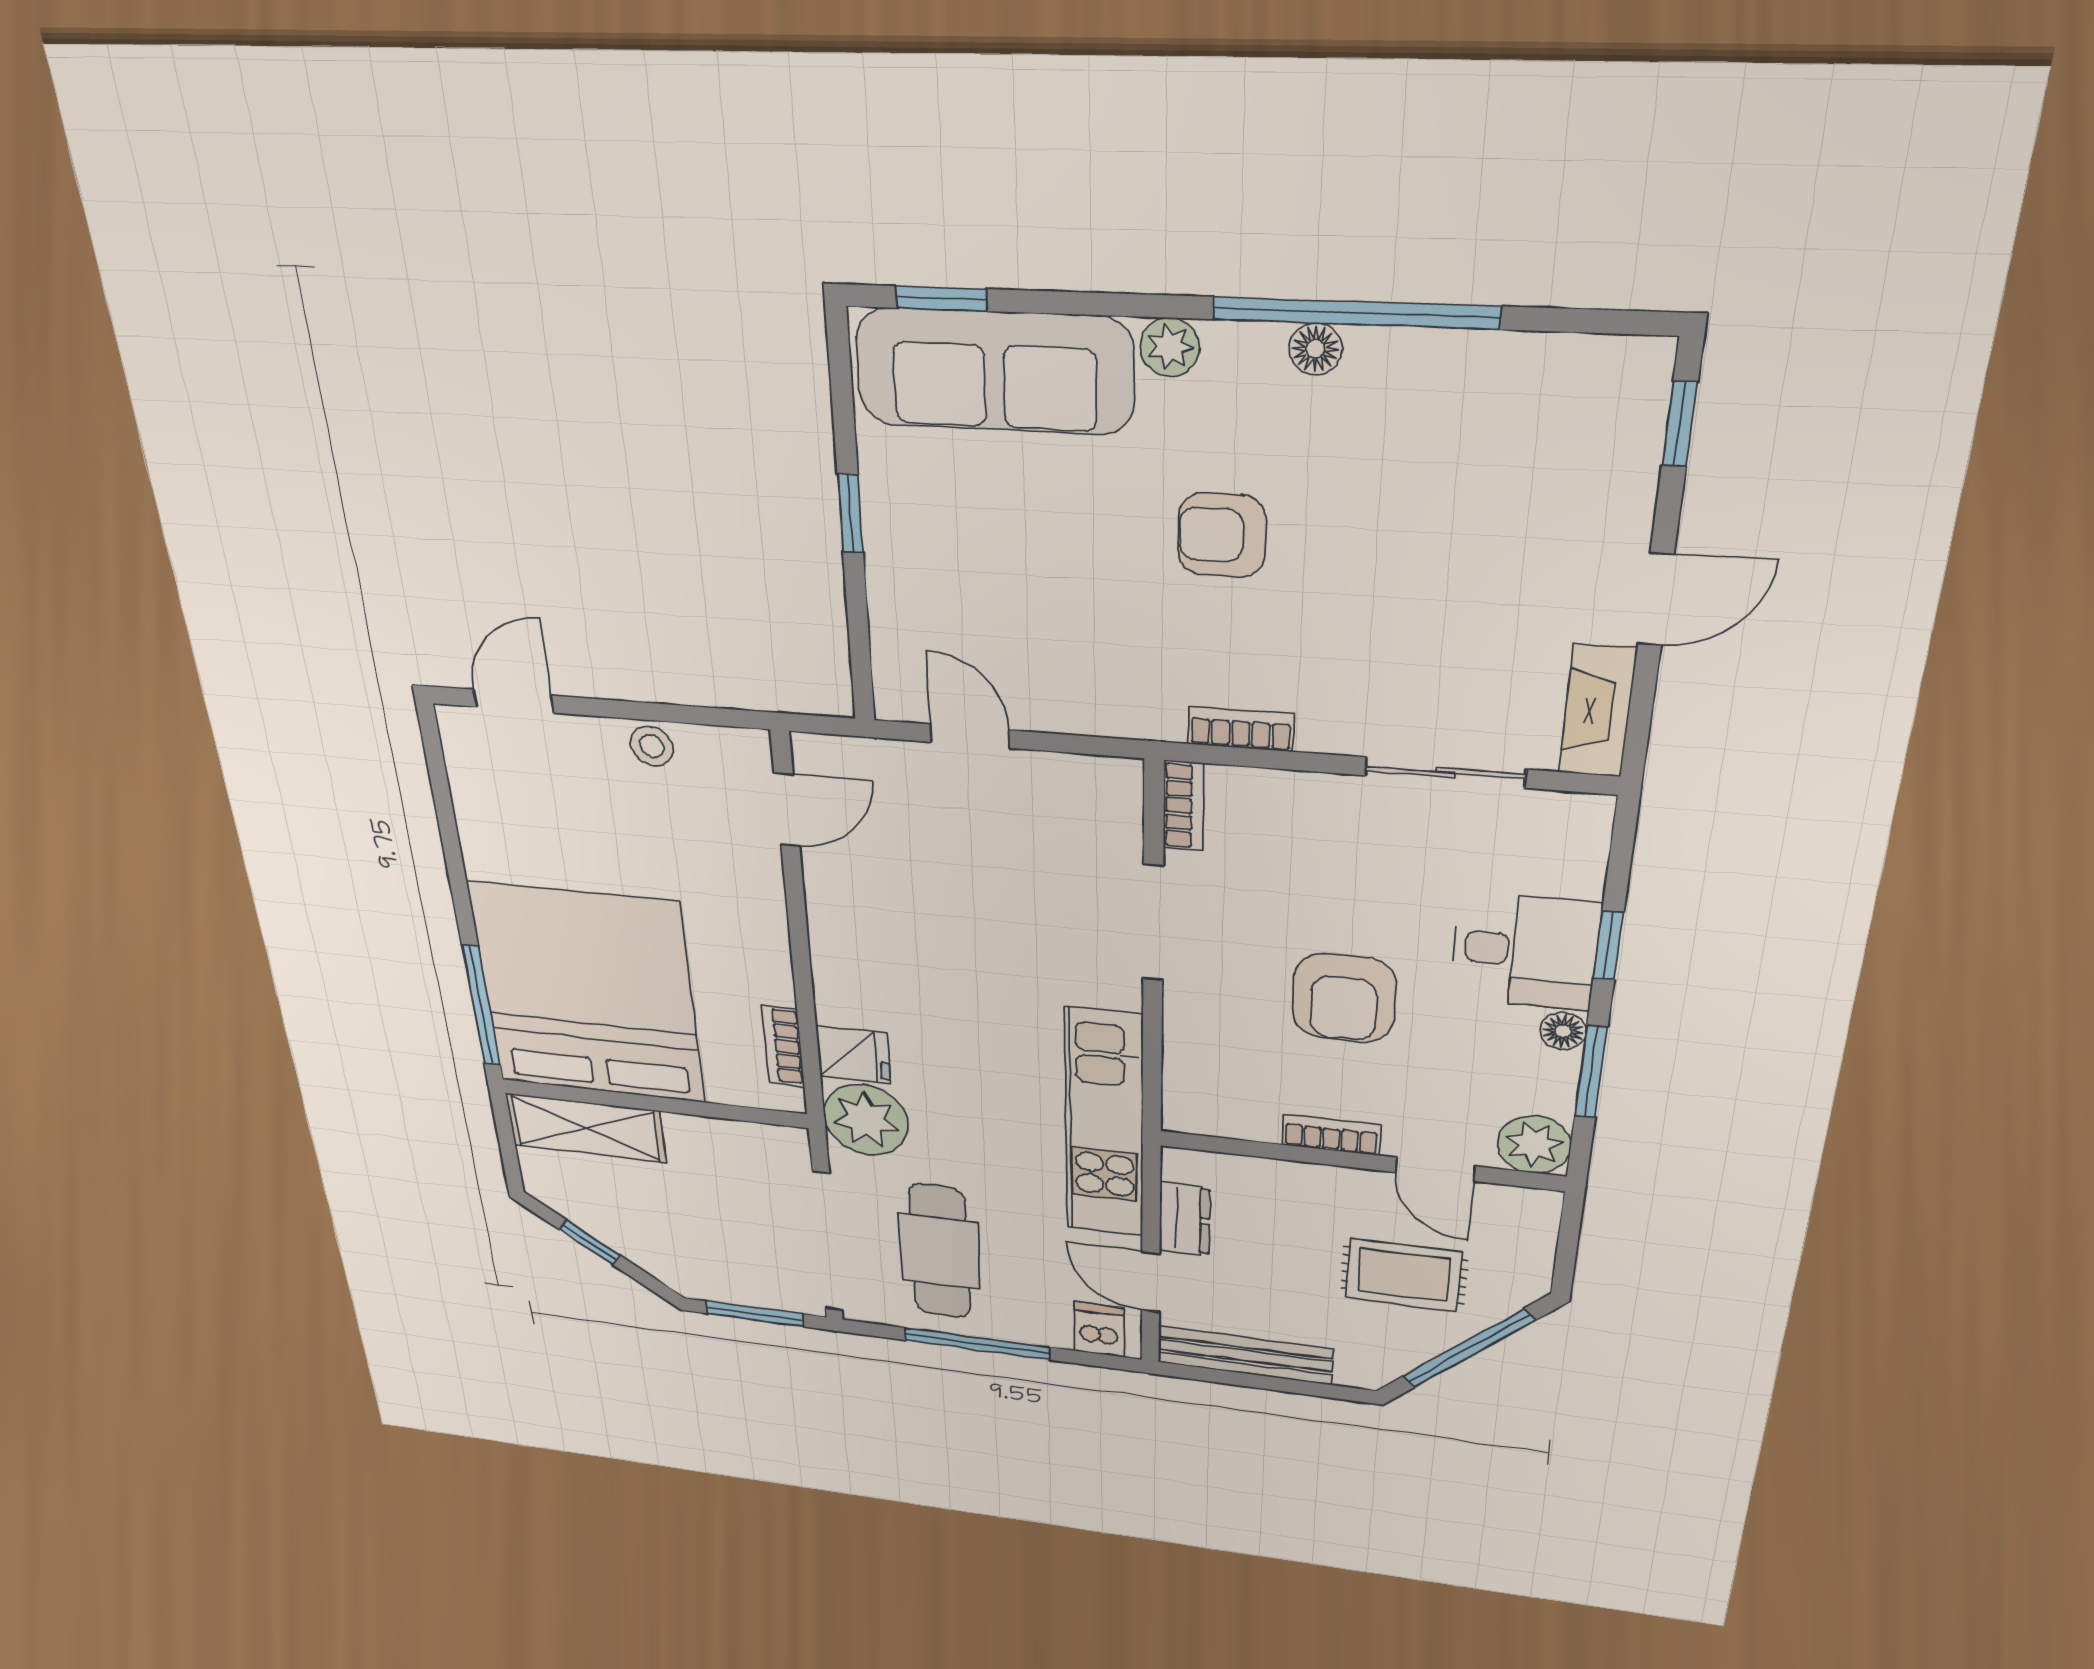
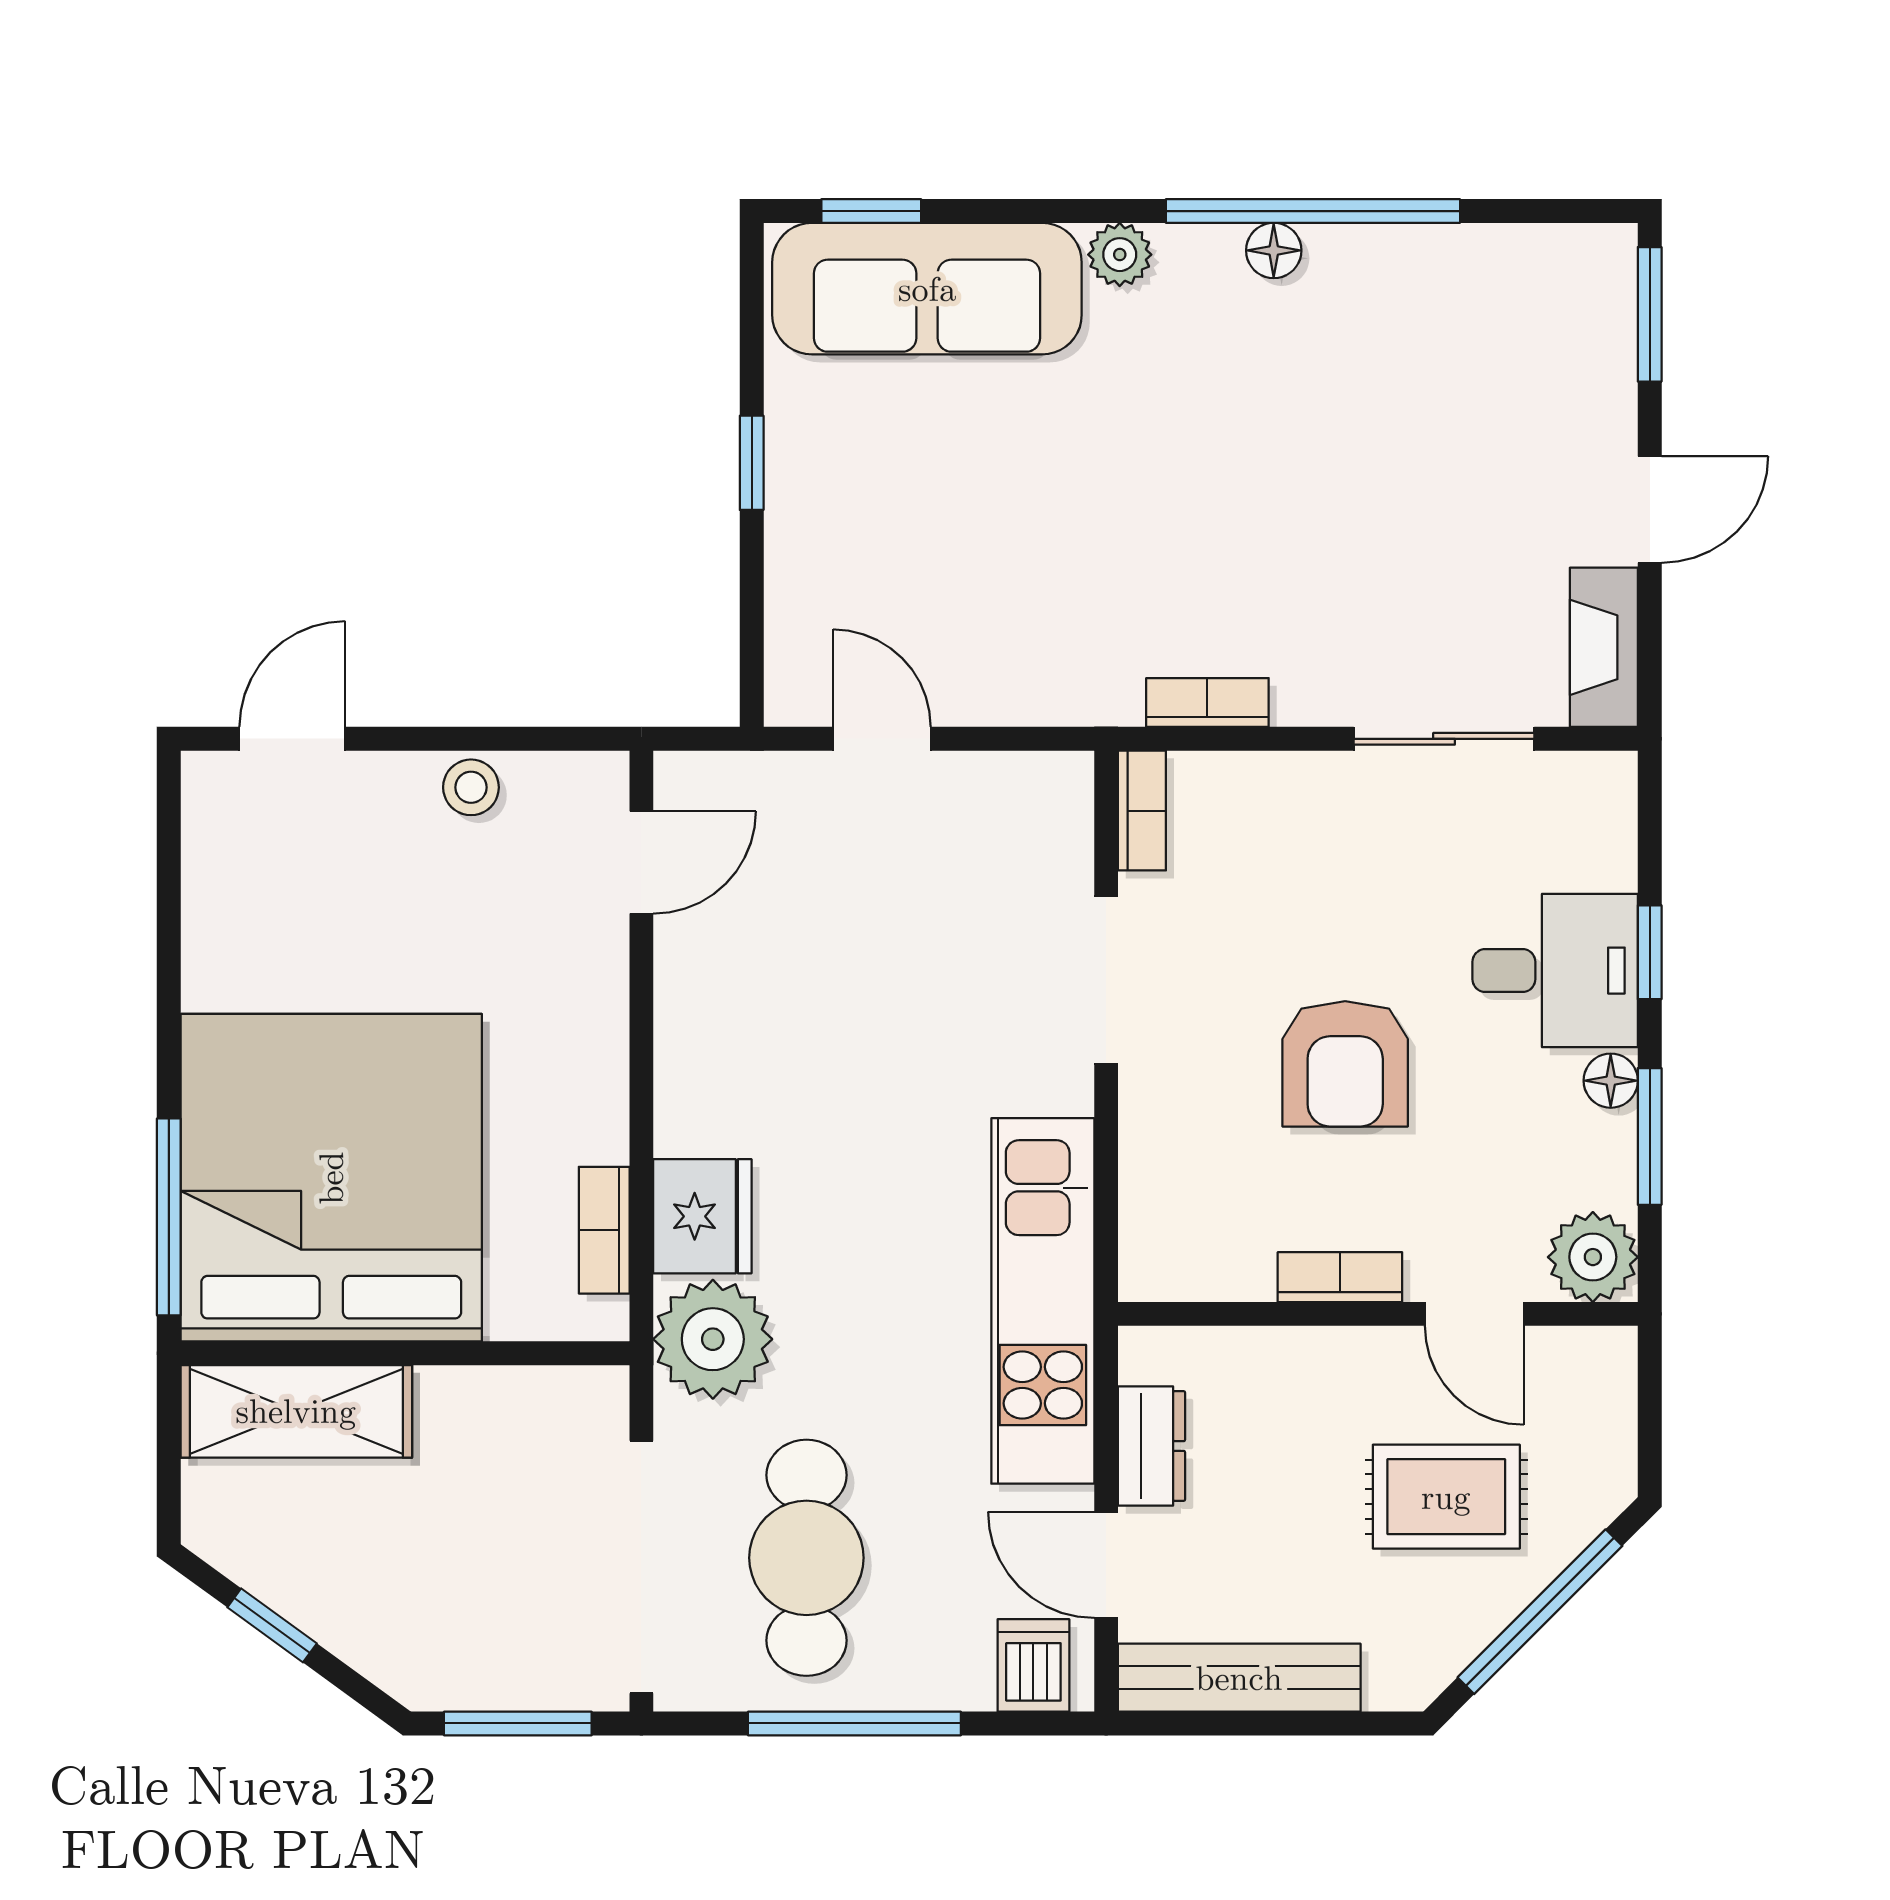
window: (1680, 424) -> (1650, 314), width x1.50
armchair: (1222, 535) -> (1180, 464), removed
fridge: (853, 1055) -> (702, 1216), width x1.38

